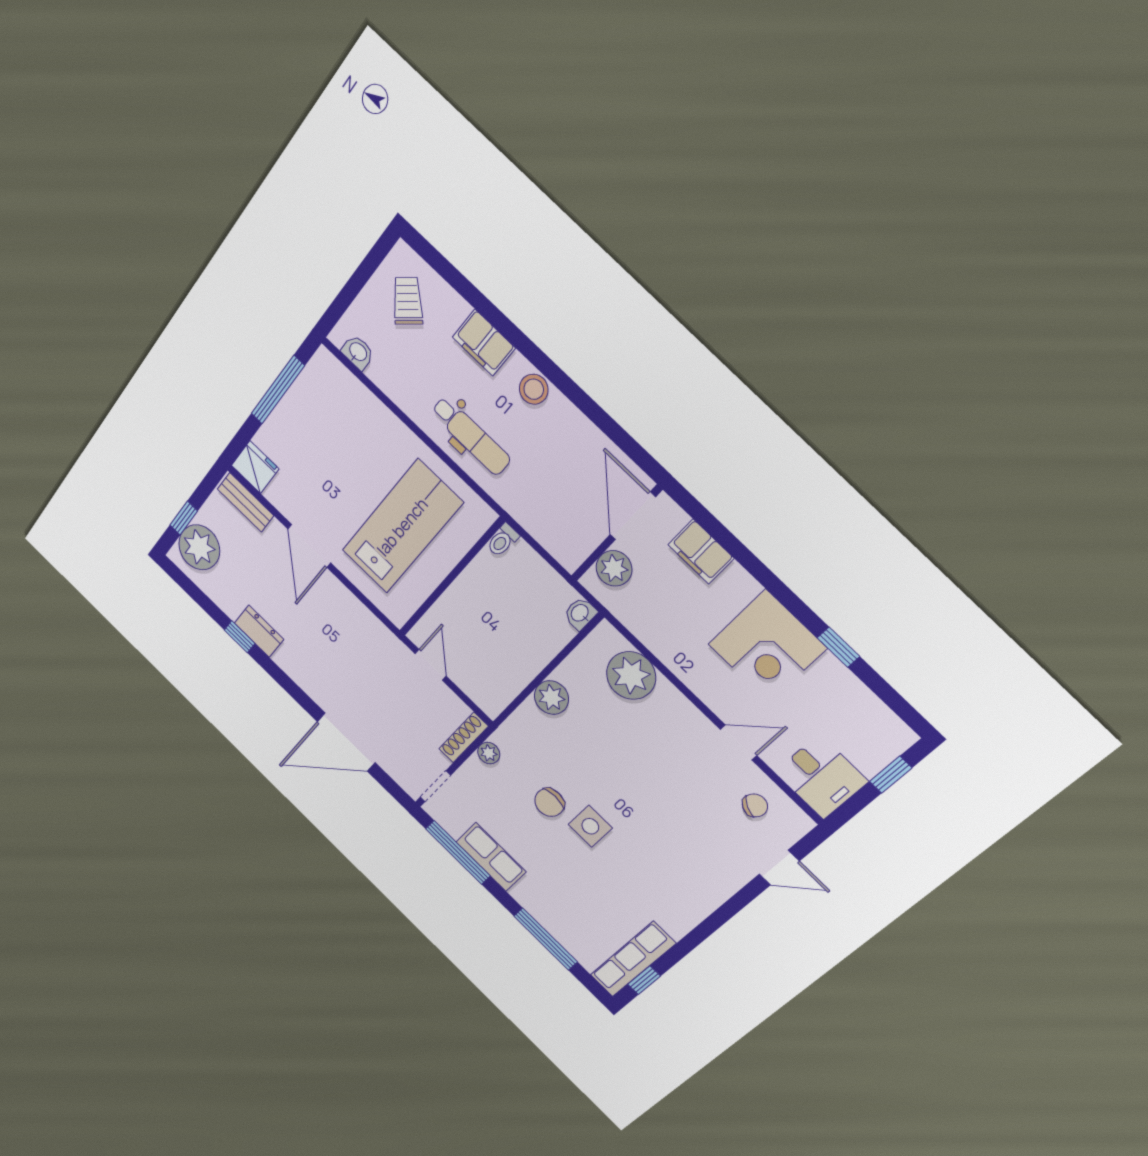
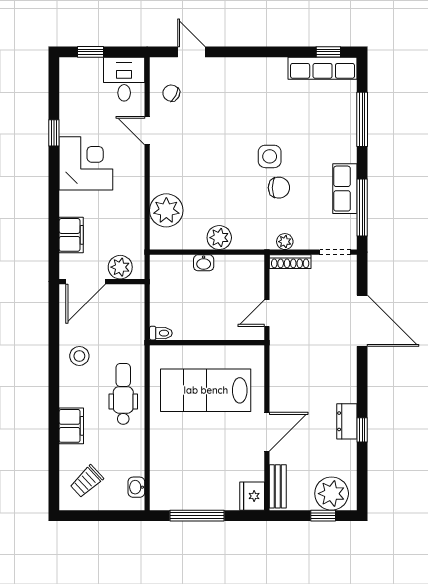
stool: (534, 389) -> (79, 356), moved
washbasin: (580, 613) -> (204, 263), moved

